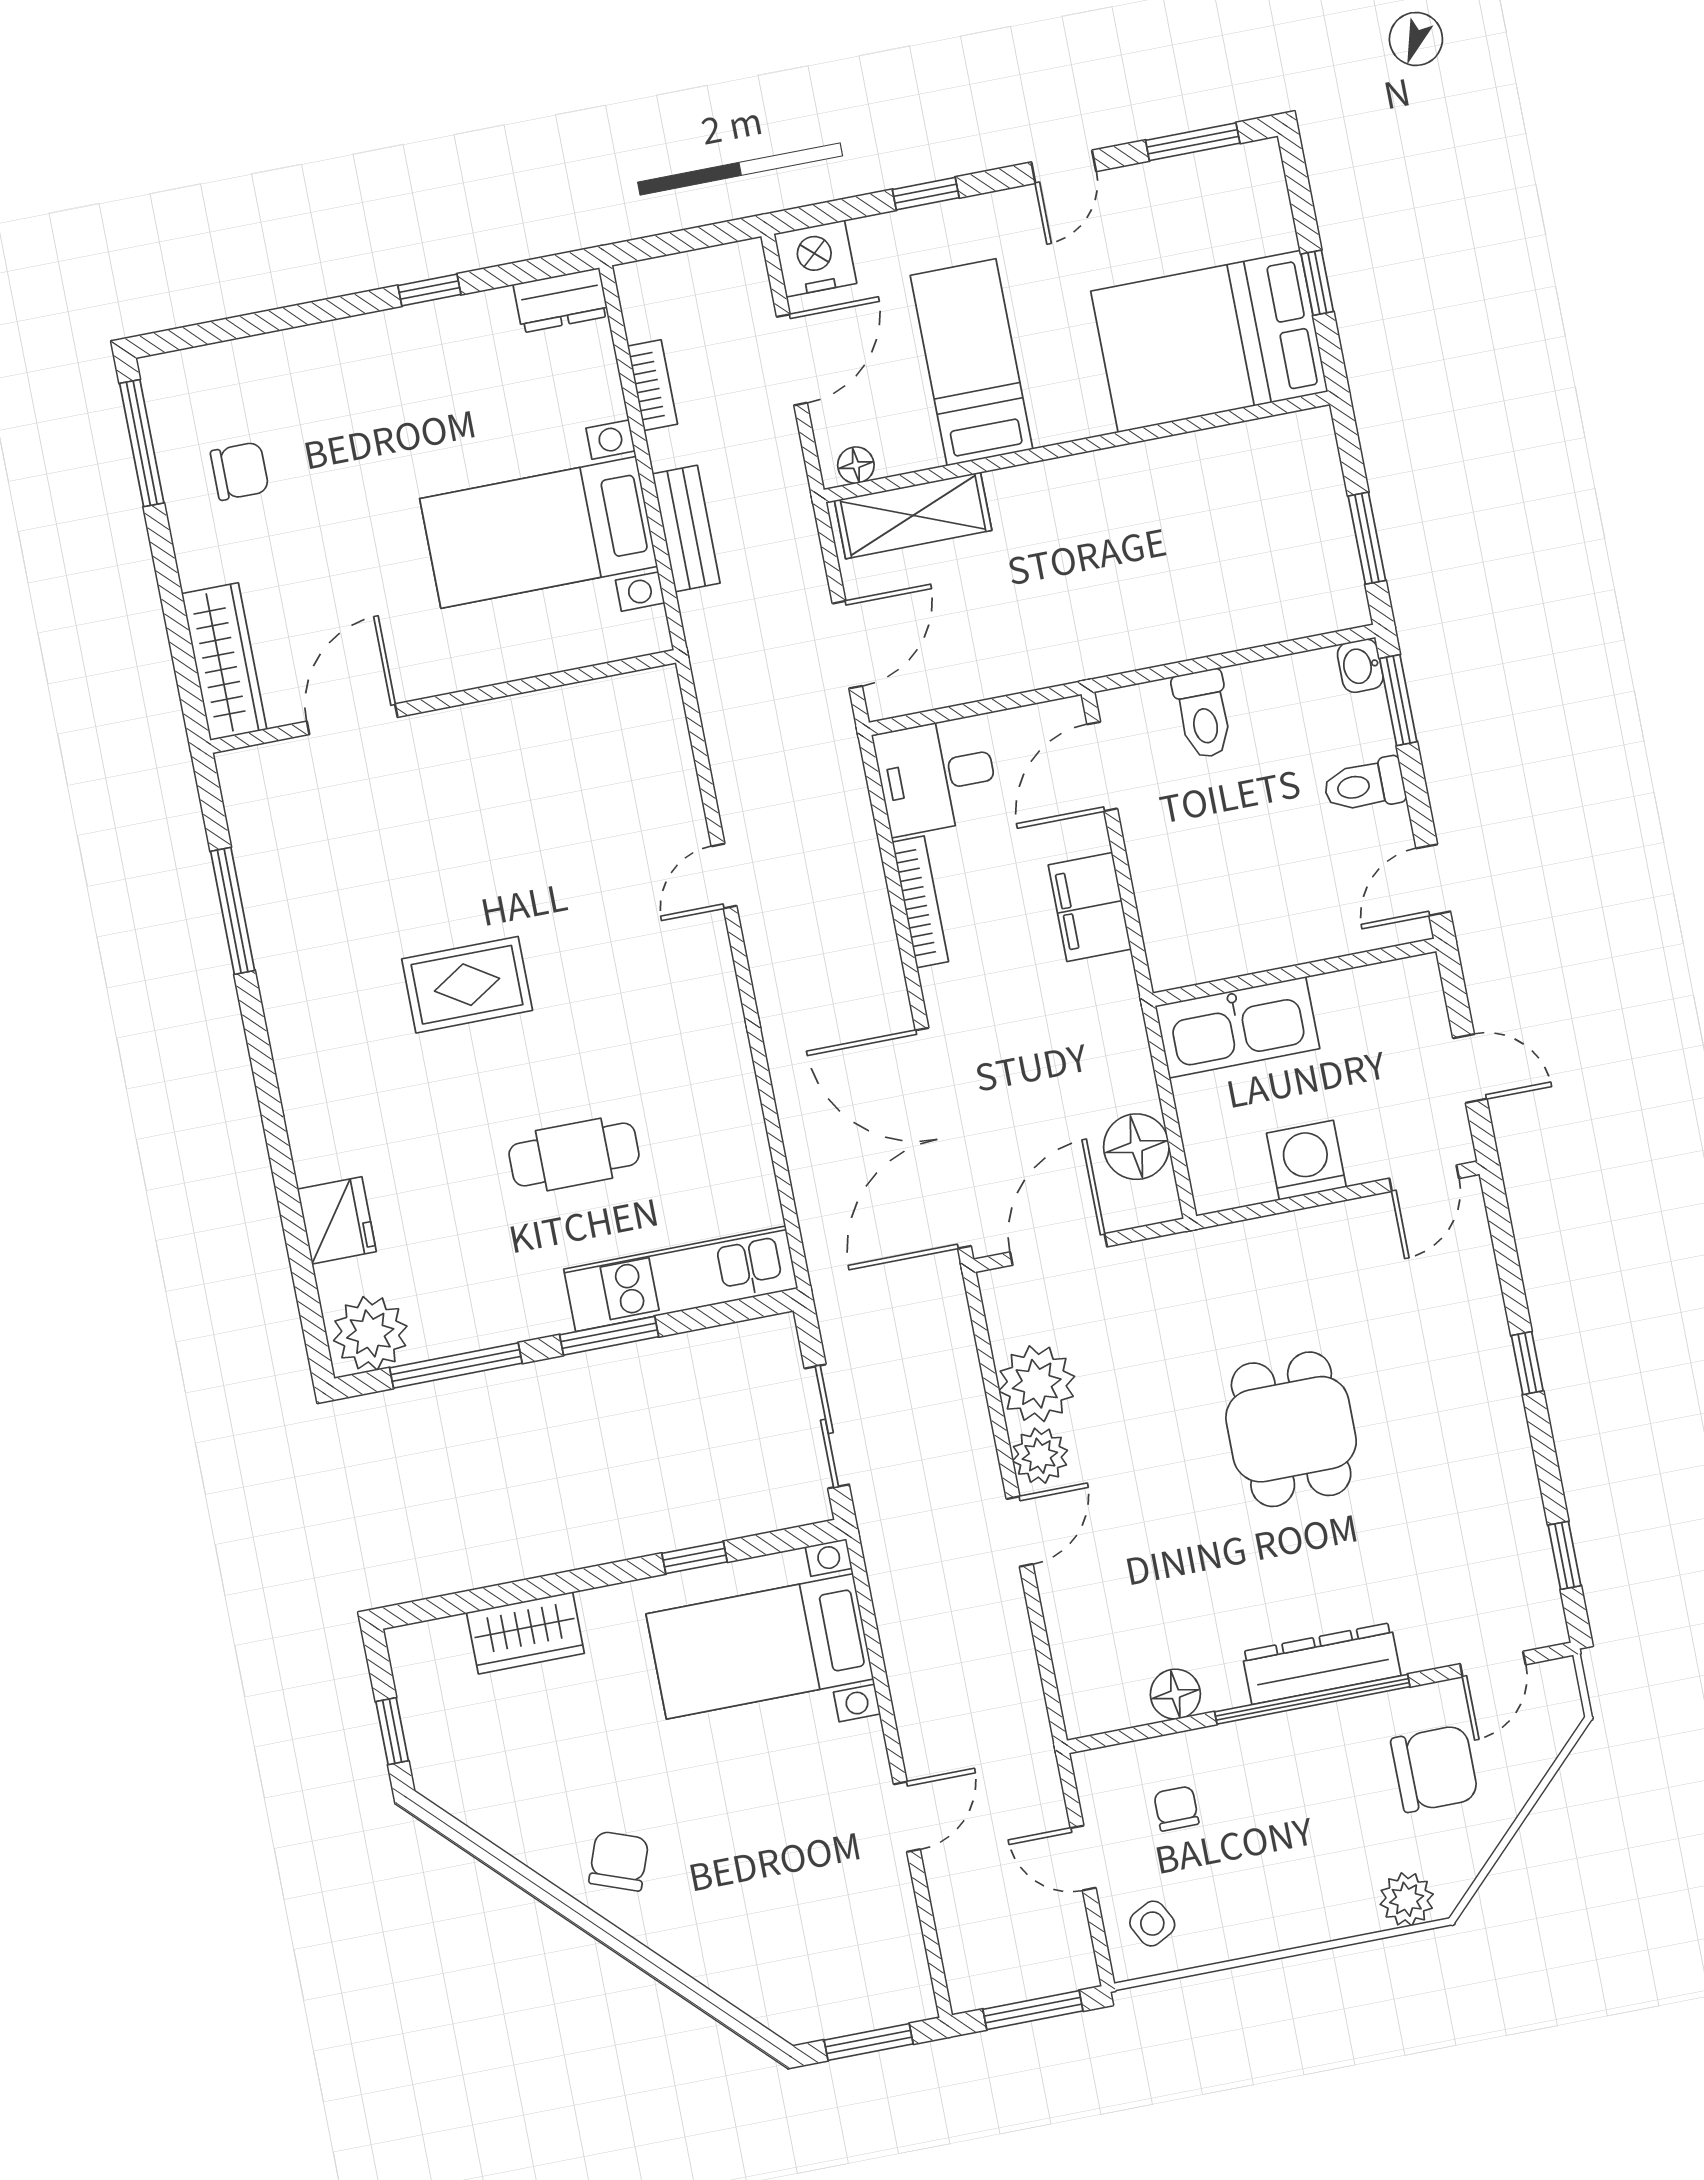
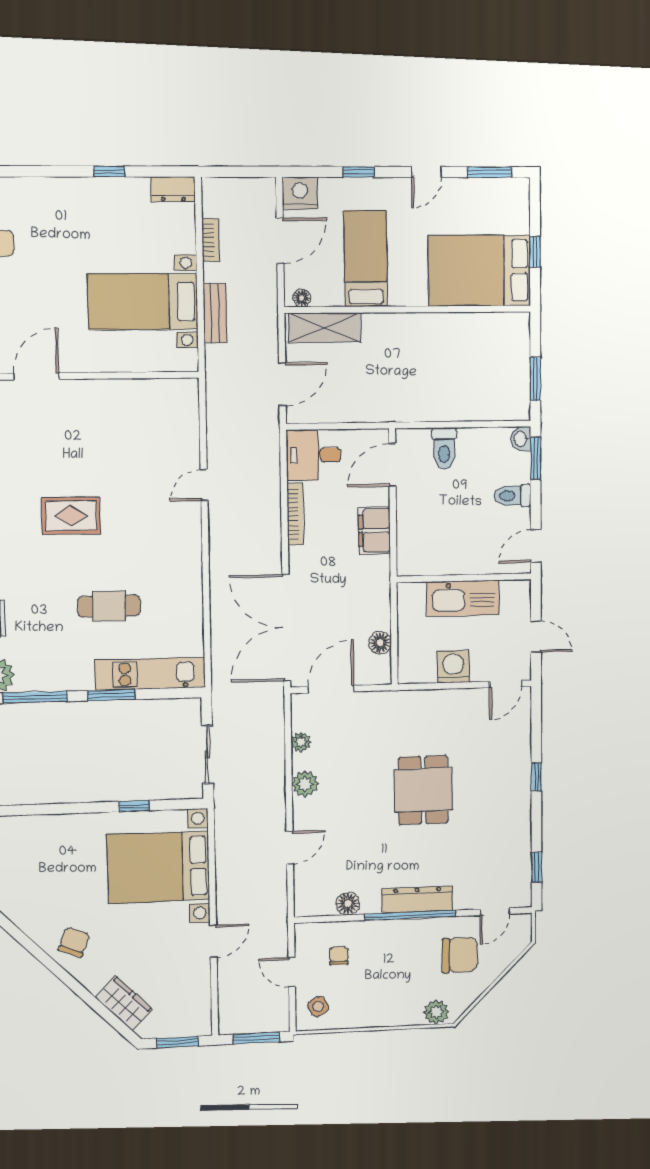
kitchen sink: (1237, 1027) -> (463, 598), moved
floor lamp: (1136, 1147) -> (380, 643), width x0.73, depth x0.73
plant: (1037, 1384) -> (301, 742), width x0.53, depth x0.53
door: (1020, 1532) -> (290, 848), moved
wardrobe: (525, 1633) -> (124, 1003), moved, turned -135
bed with nightstands: (760, 1646) -> (158, 867), width x1.36

